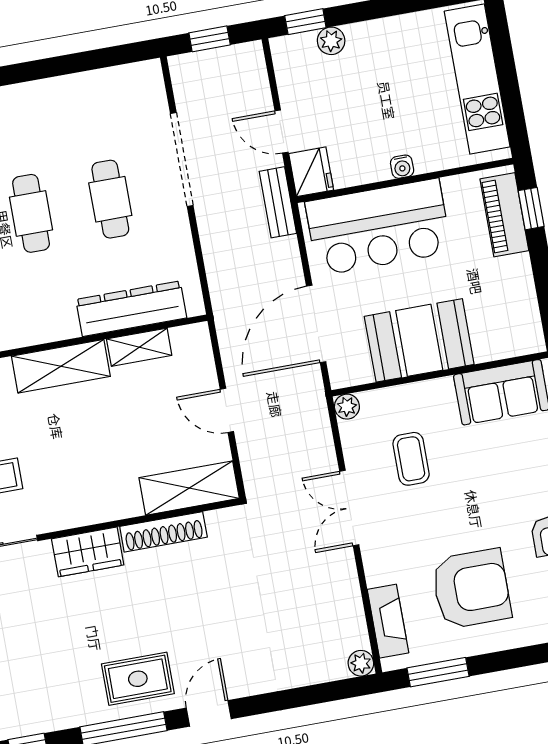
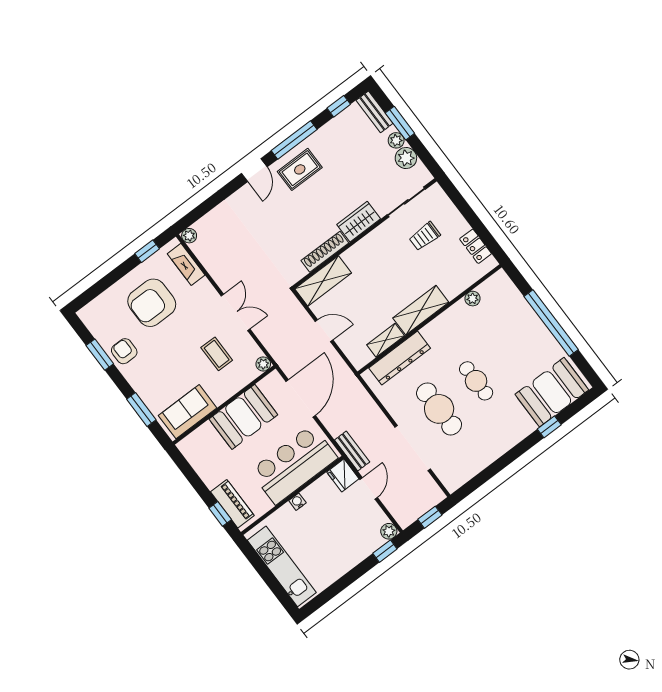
plant: (331, 41) -> (389, 531), moved
door: (281, 132) -> (369, 488), hinge flipped
cafe table: (110, 199) -> (439, 409), width x1.37, depth x1.35
window: (438, 672) -> (147, 251), width x0.67

